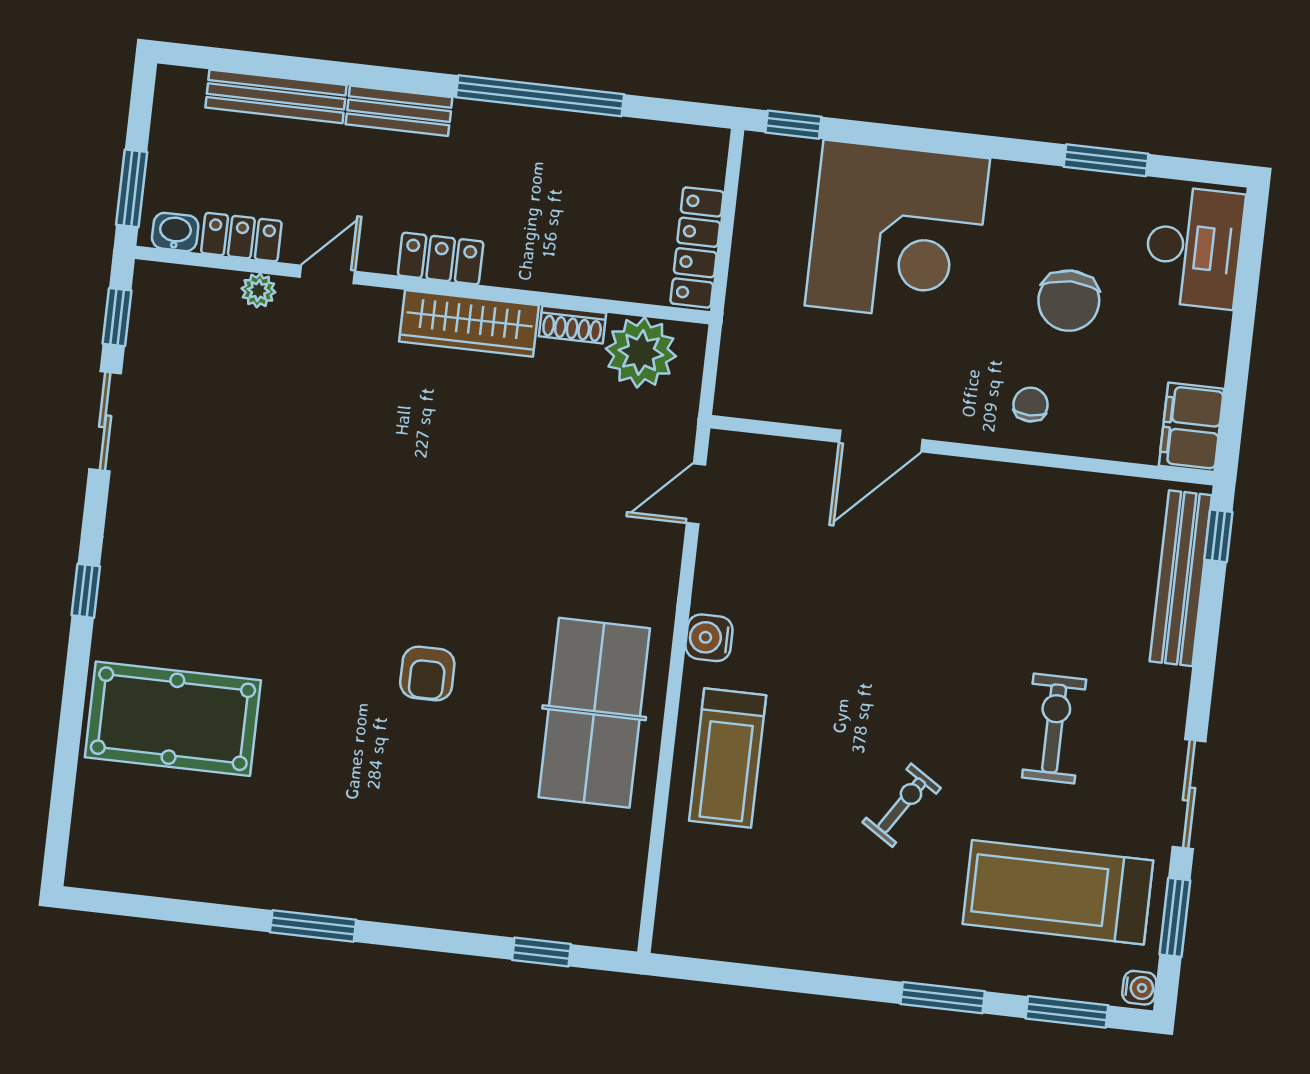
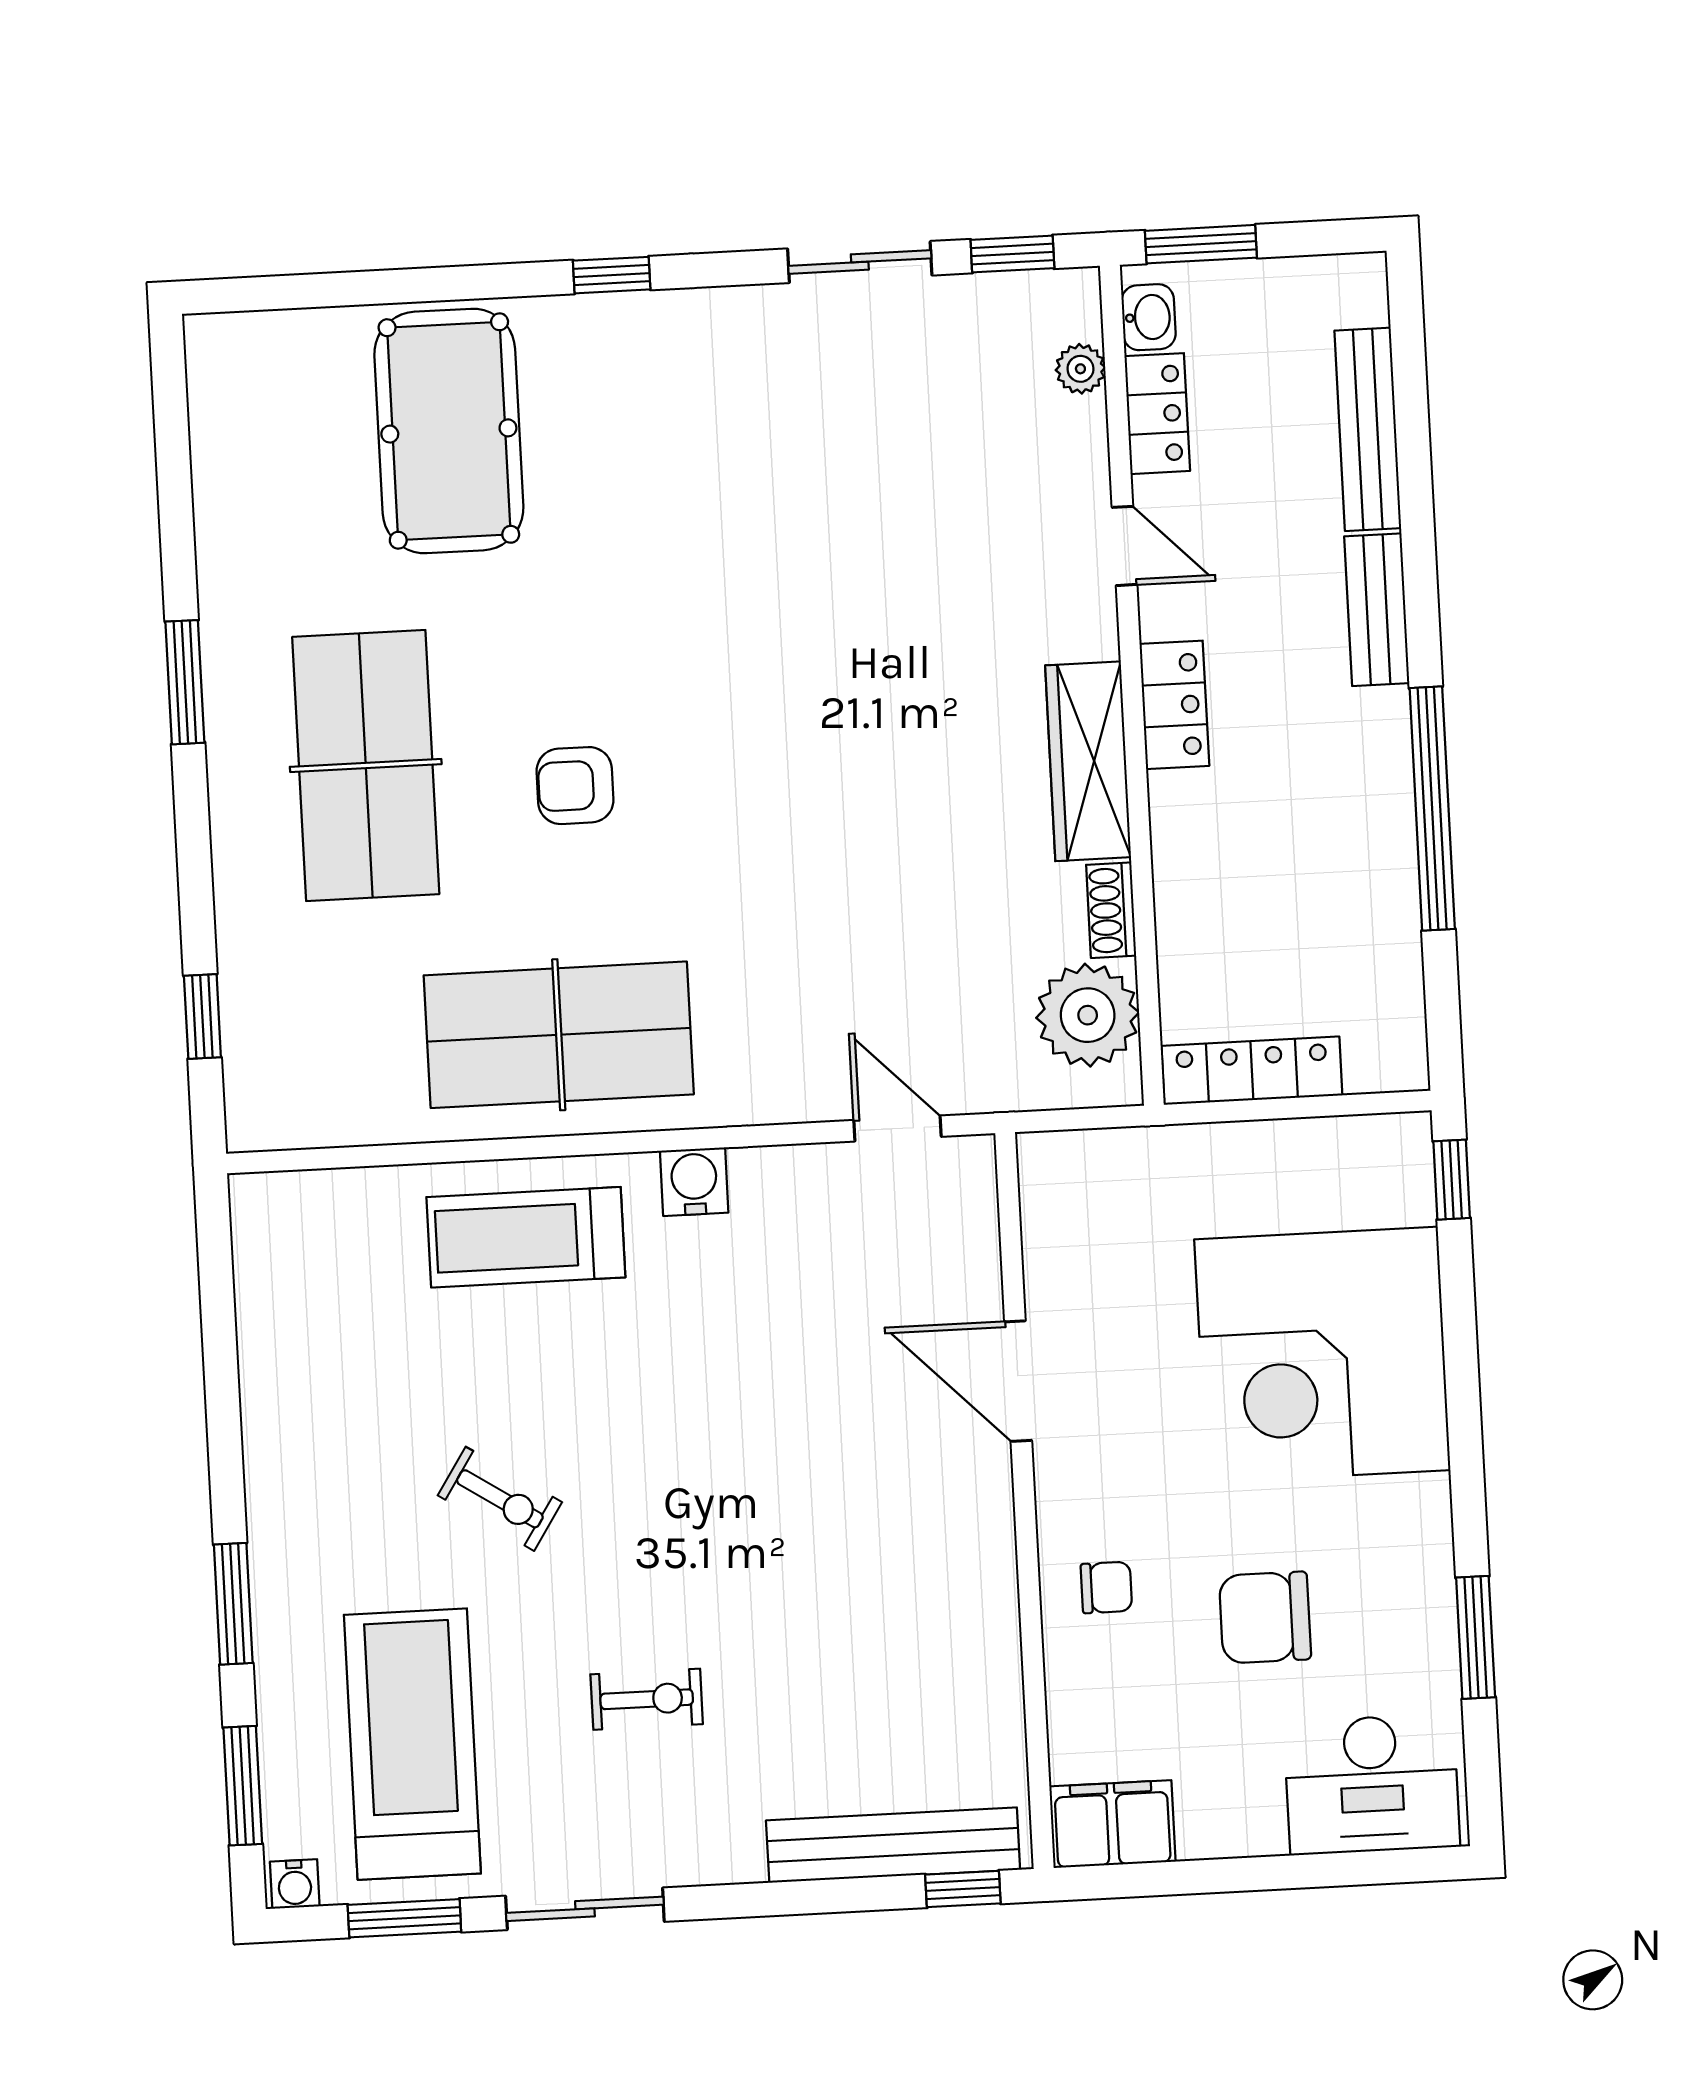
plant: (258, 290) -> (1080, 369), moved
exercise bike: (1054, 729) -> (647, 1699), width x0.73, depth x0.72
table tennis table: (390, 813) -> (366, 765), added

